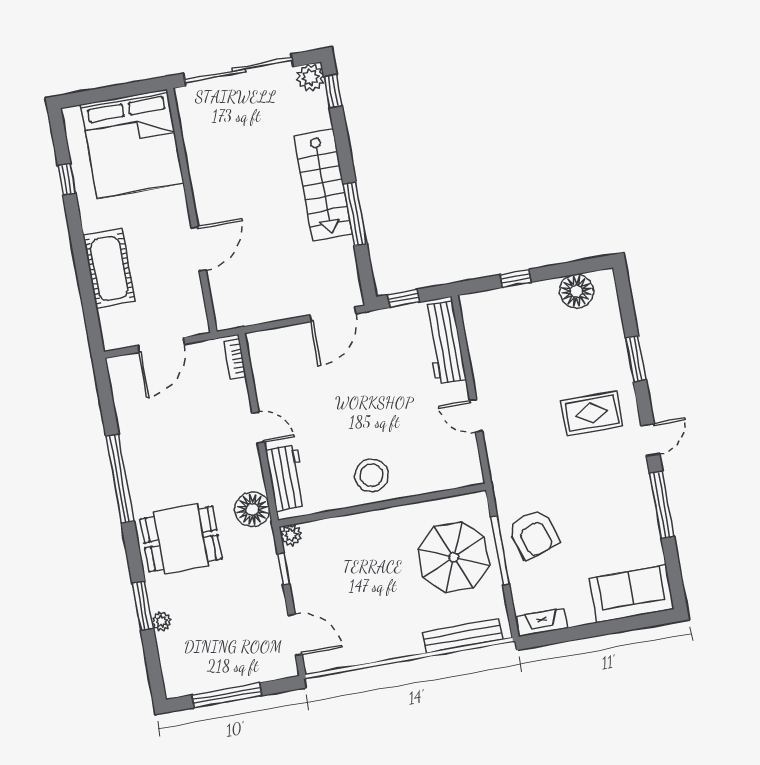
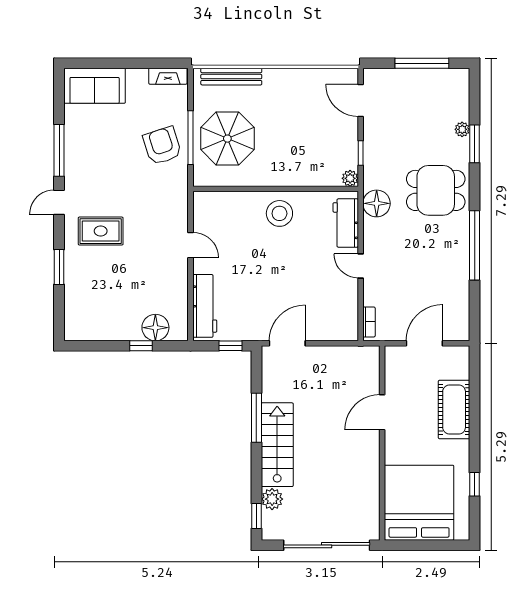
plant: (310, 77) -> (272, 499), moved
floor lamp: (576, 291) -> (155, 328), moved

